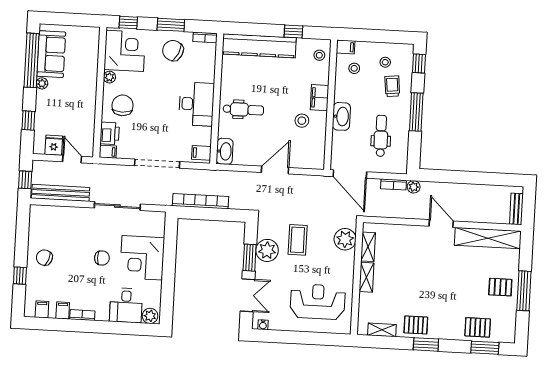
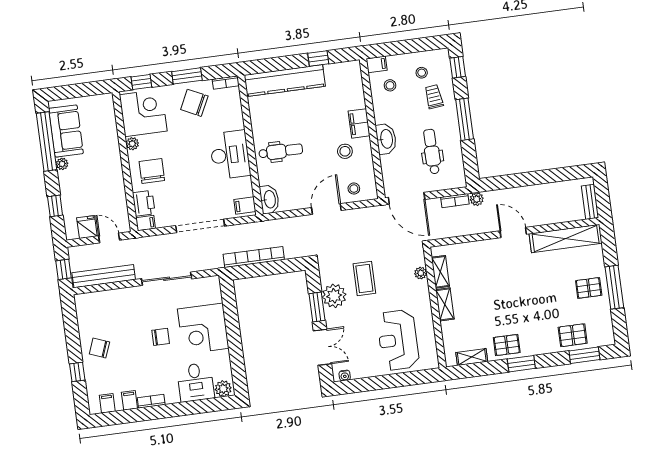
stool: (319, 55) -> (354, 189), moved
plant: (345, 239) -> (421, 273), width x0.53, depth x0.53
reception desk: (318, 302) -> (398, 340), turned -90

